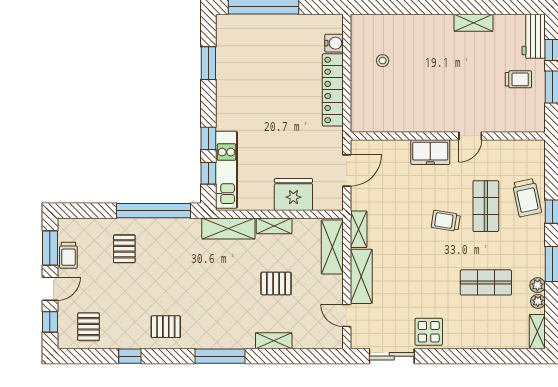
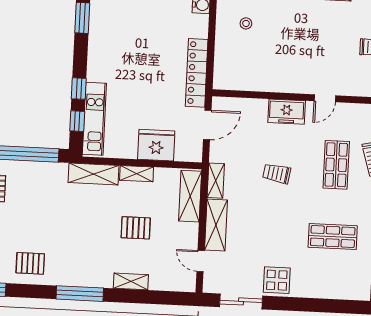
locker: (333, 90) -> (197, 73), moved
trolley: (446, 221) -> (277, 174), moved

